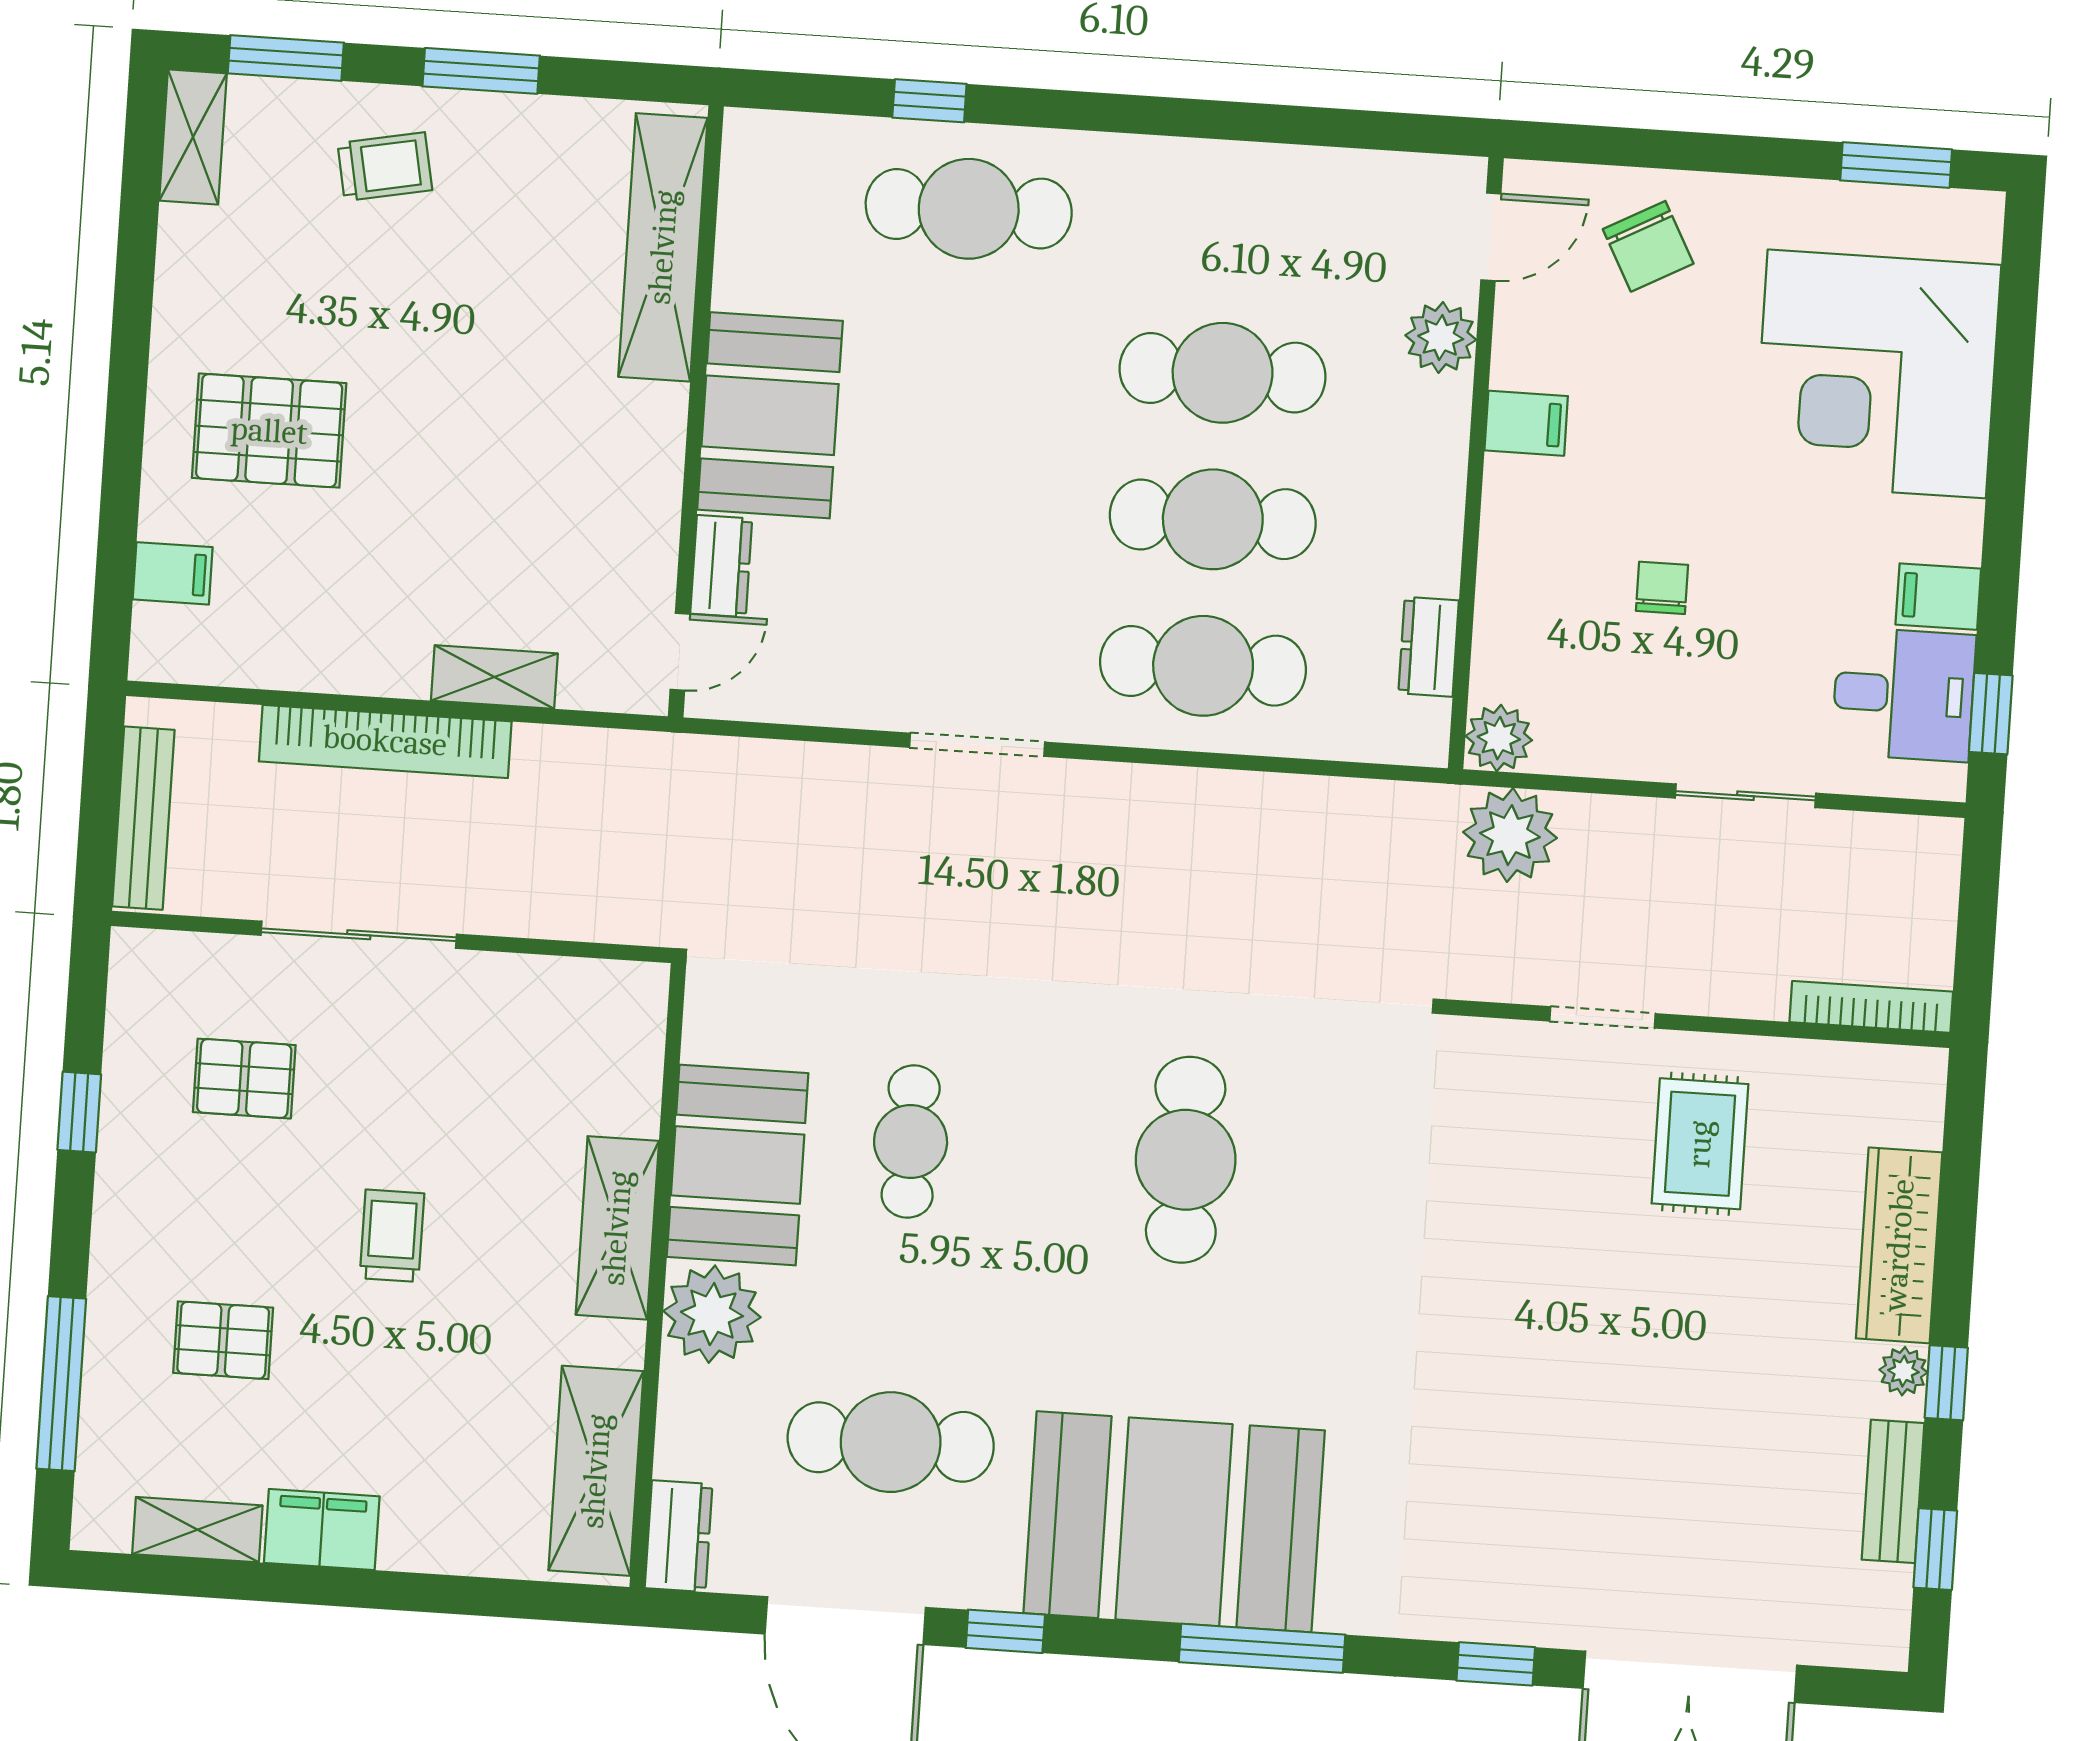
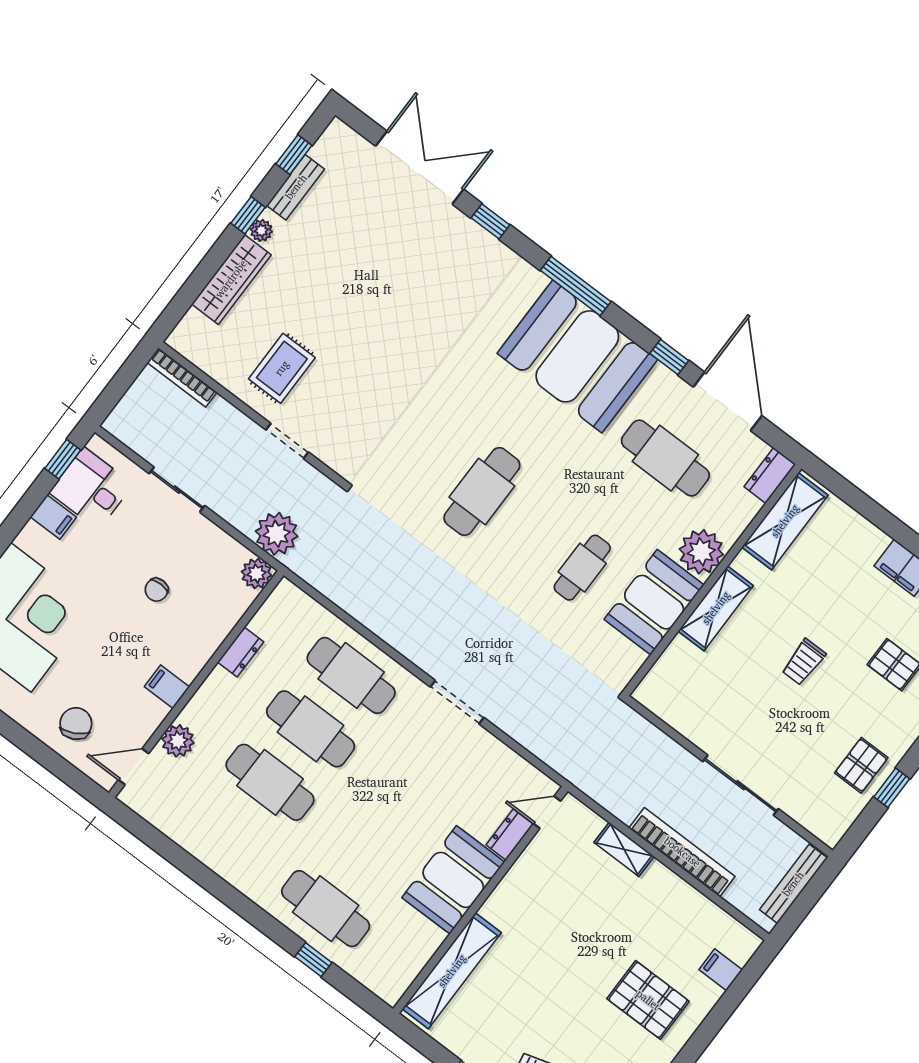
dresser: (1429, 647) -> (241, 652), moved
pallet: (244, 1079) -> (861, 765), moved, turned 90

